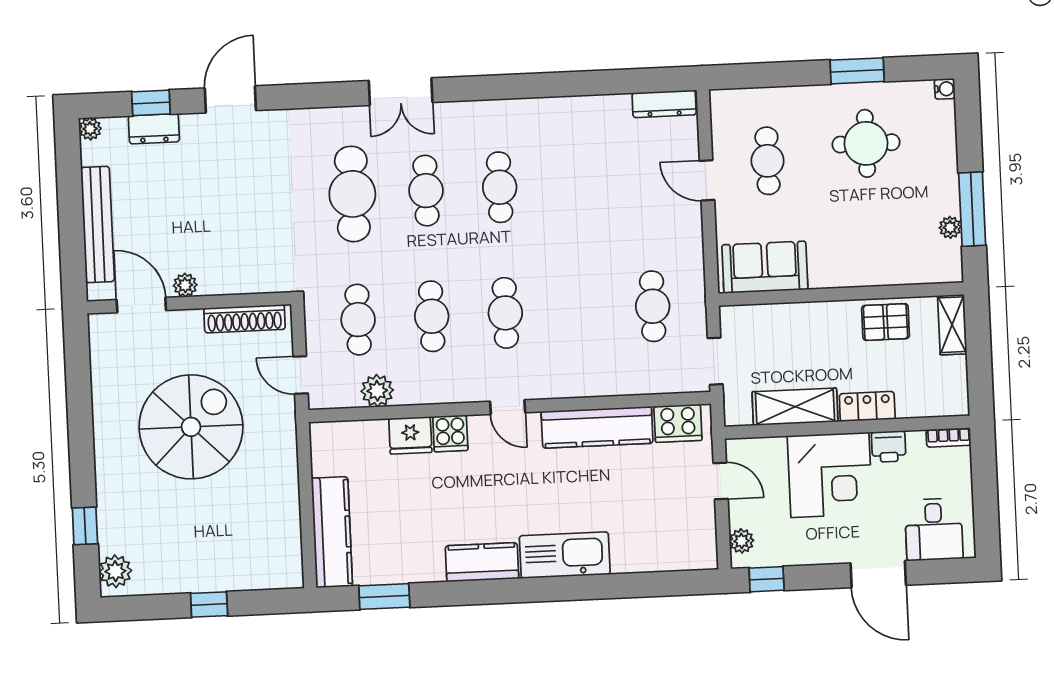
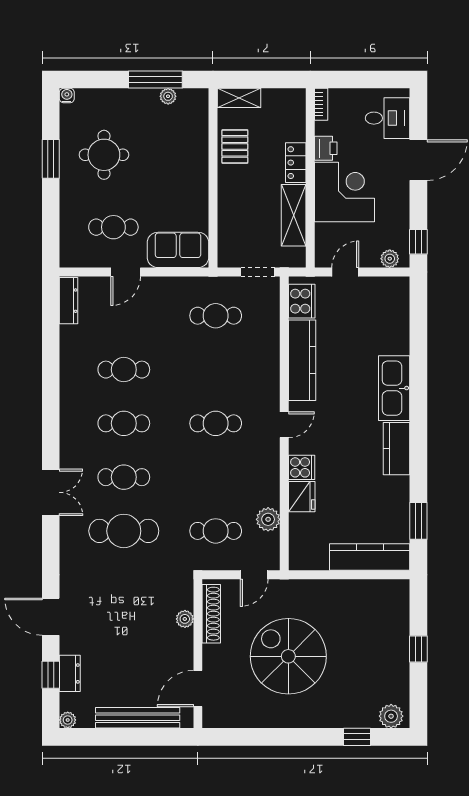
sofa: (765, 267) -> (178, 250), moved, turned 90
plant: (185, 285) -> (185, 619), moved
cafe table: (432, 316) -> (124, 370), moved

